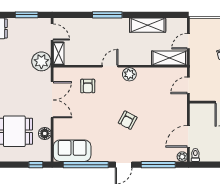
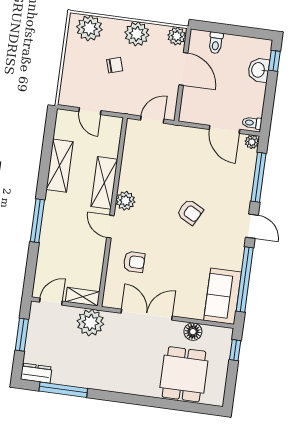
shelving: (169, 58) -> (104, 183), moved
door: (188, 85) -> (152, 120), swing flipped

